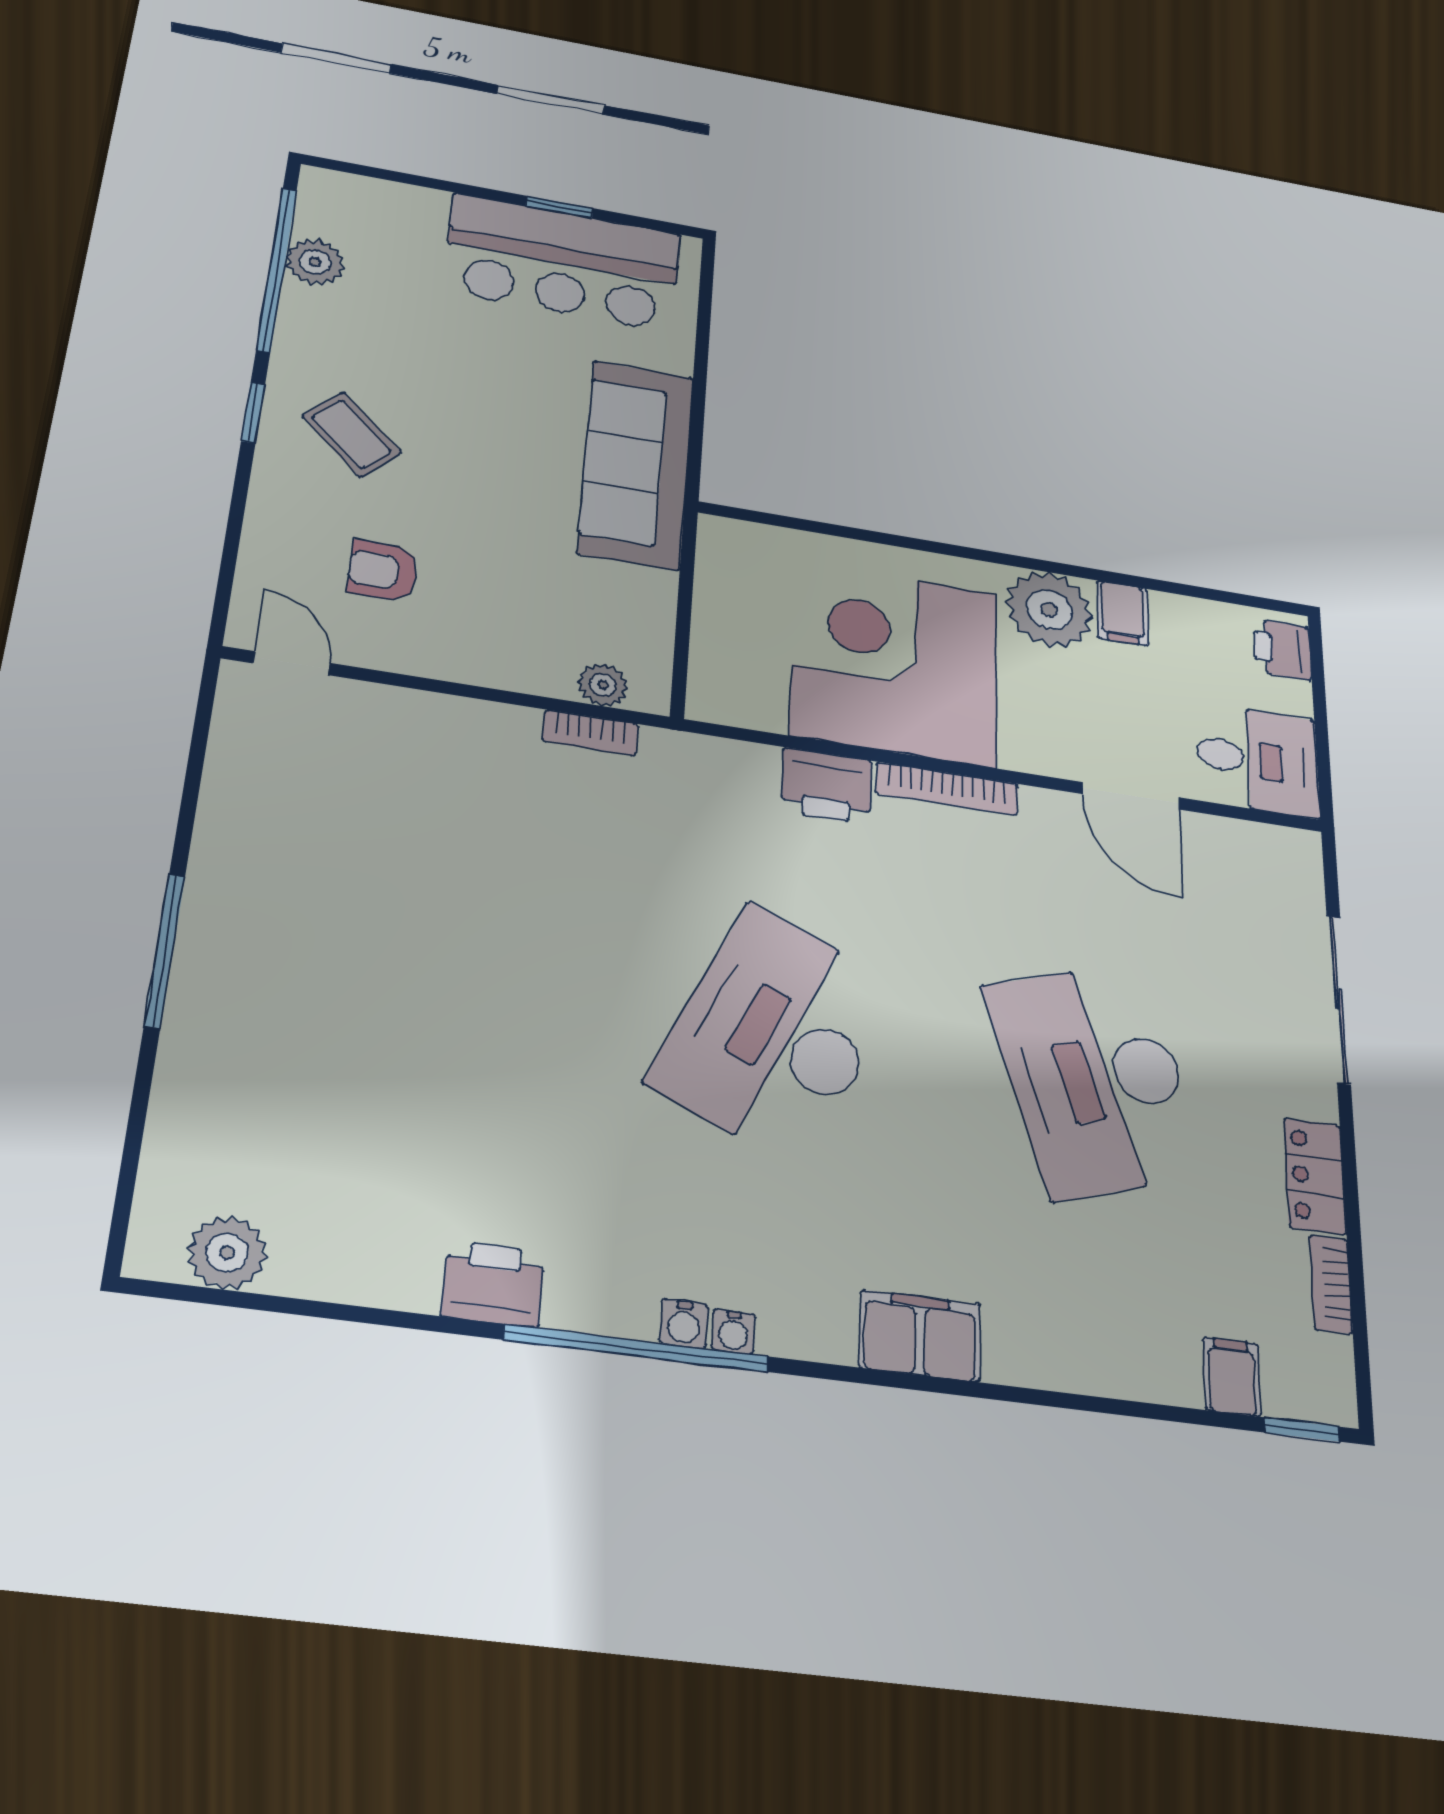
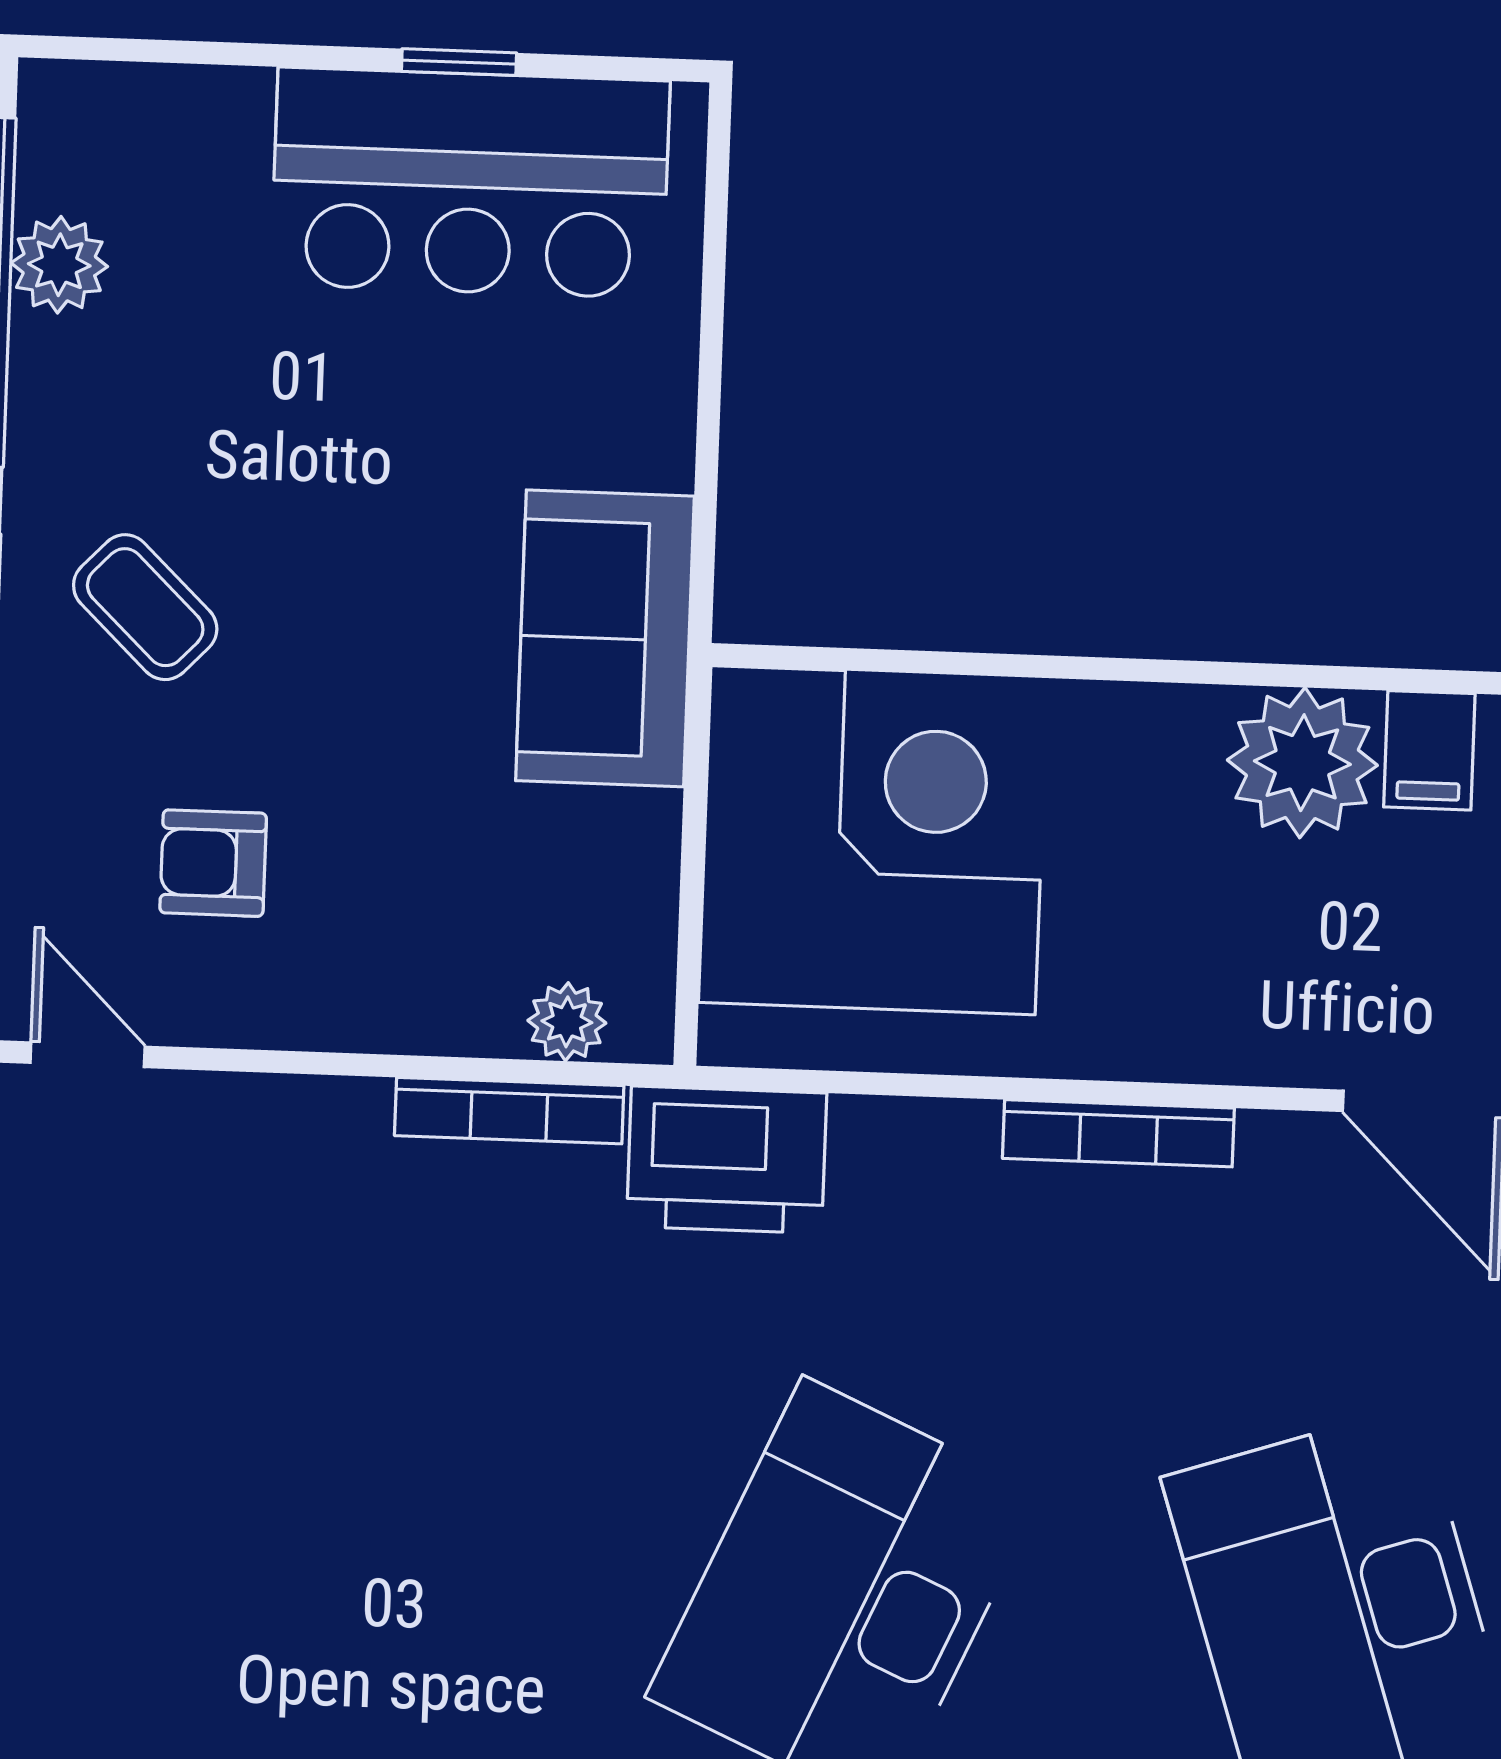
sofa: (636, 464) -> (605, 638), width x0.73
corner desk: (895, 663) -> (873, 840), moved, turned 90
bookcase: (590, 733) -> (509, 1111), width x1.56
printer: (827, 786) -> (727, 1160), moved, width x1.37, depth x1.19

